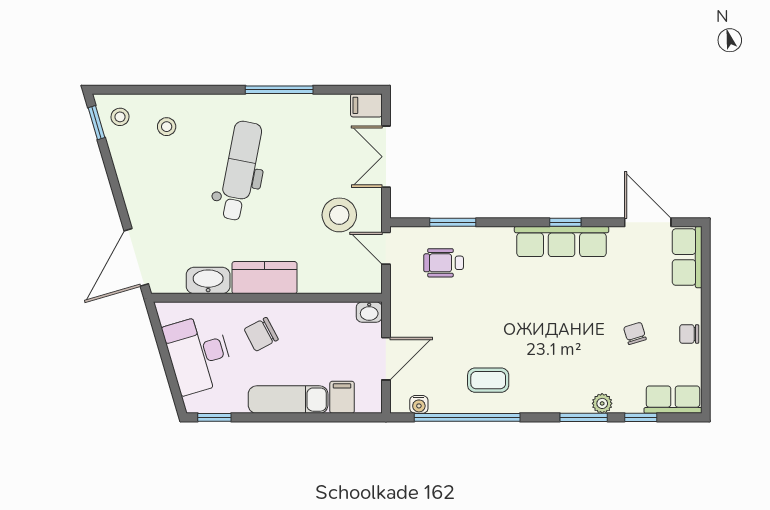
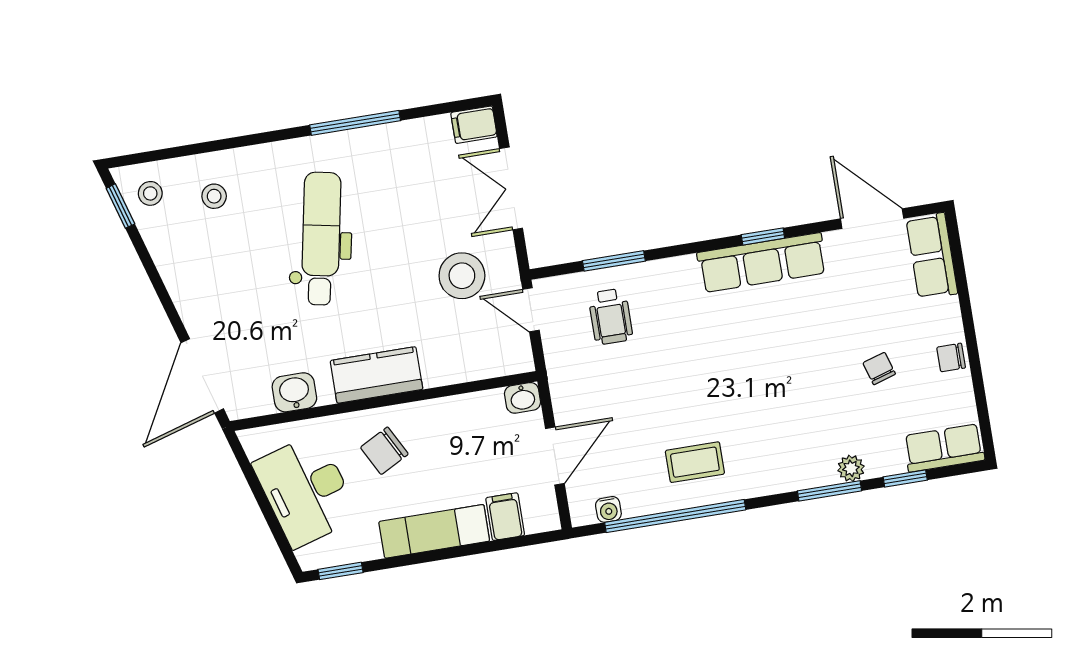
wheelchair: (444, 263) -> (610, 316), turned -90
washbasin: (208, 280) -> (294, 392), width x0.72

